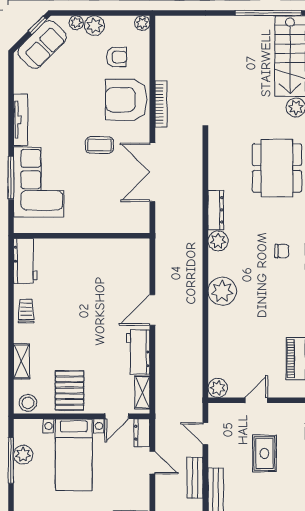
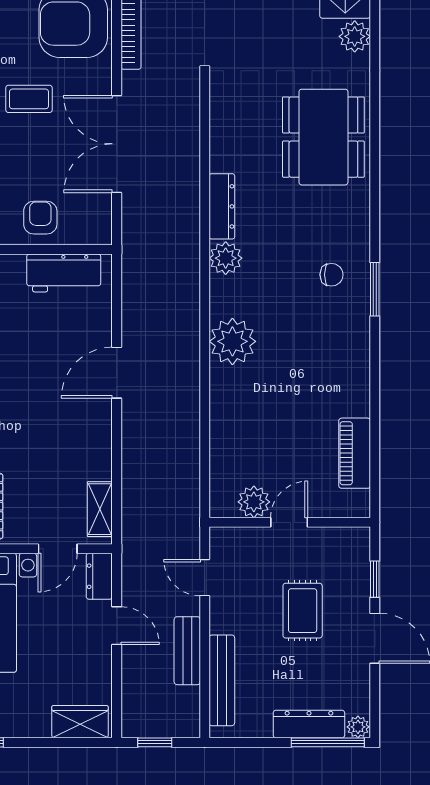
armchair: (106, 217) -> (40, 218), added
workbench: (138, 352) -> (64, 273), moved, turned -90
plant: (218, 388) -> (254, 502), moved

